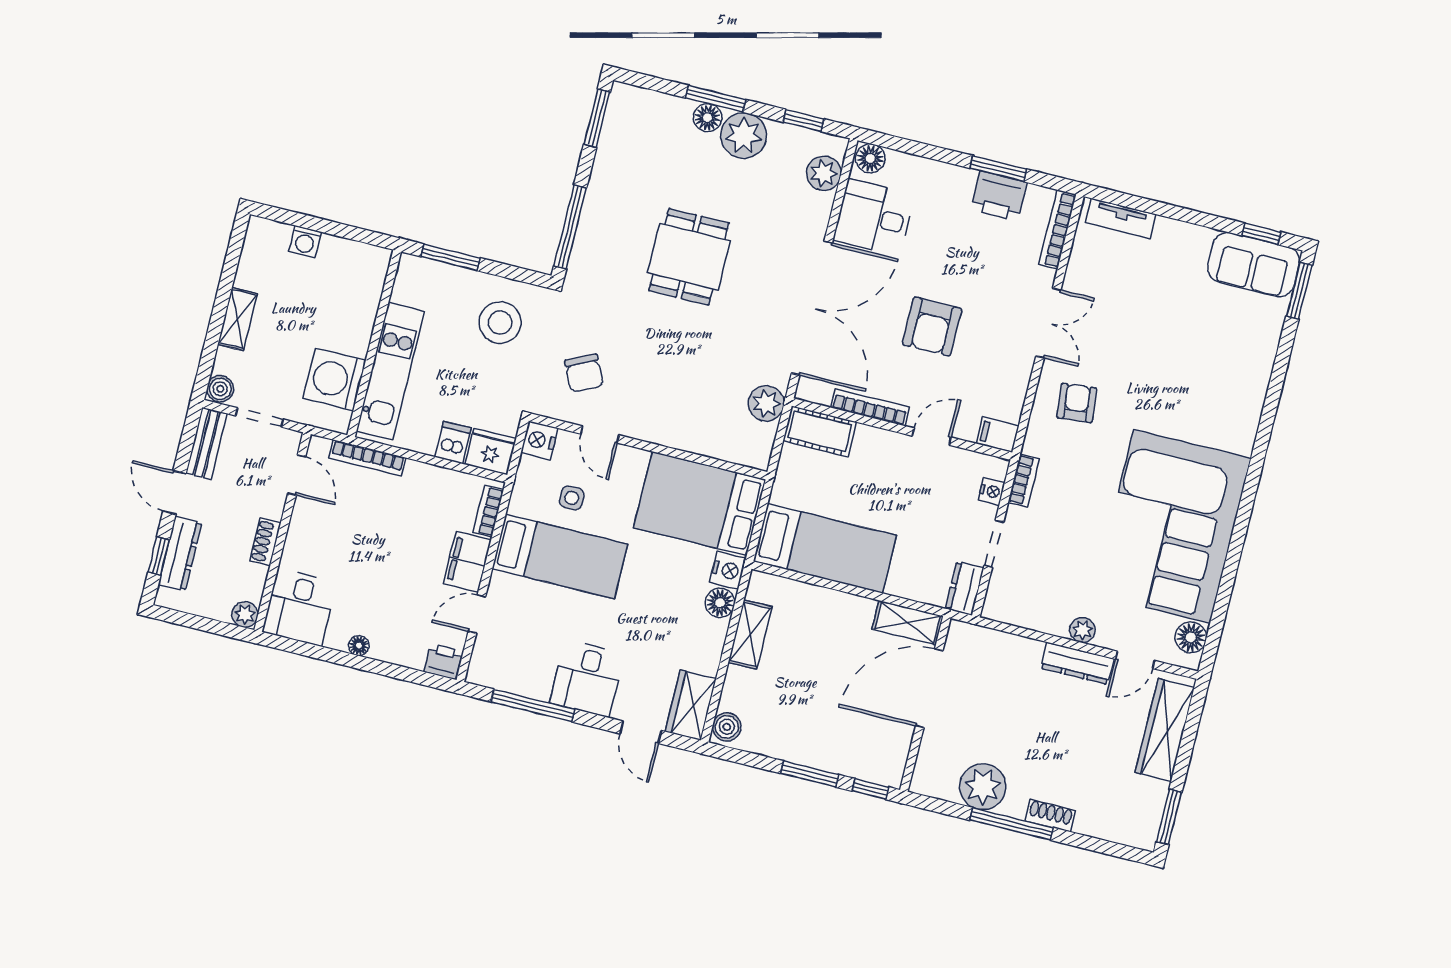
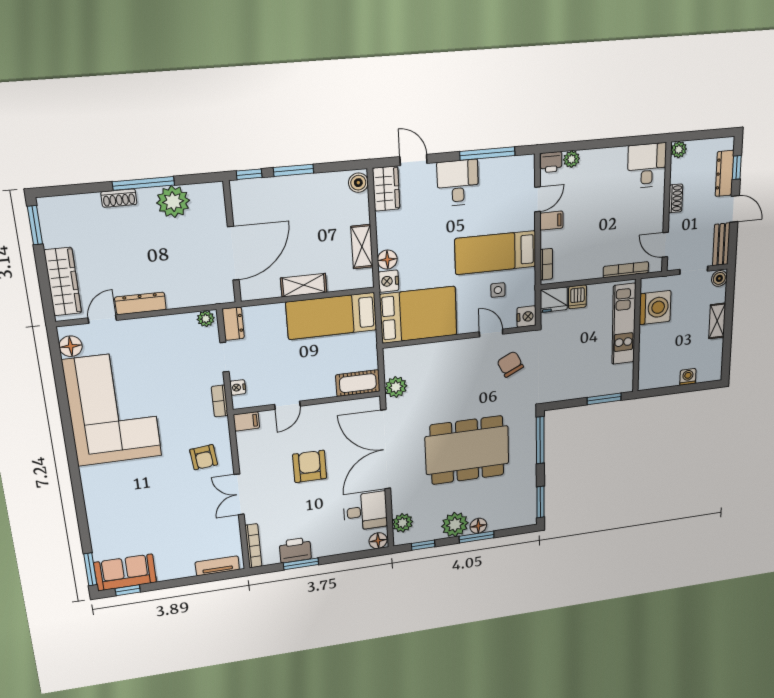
dining table: (689, 257) -> (467, 450), width x1.87, depth x1.24
stool: (500, 323) -> (567, 374), removed
bookcase: (870, 407) -> (332, 408), removed
filing cabinet: (467, 562) -> (551, 221), width x0.50
shelving: (908, 623) -> (304, 285), moved
plant: (1082, 630) -> (206, 319), moved
floor lamp: (359, 646) -> (605, 154), removed
plant: (412, 656) -> (571, 159), added

